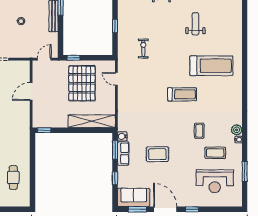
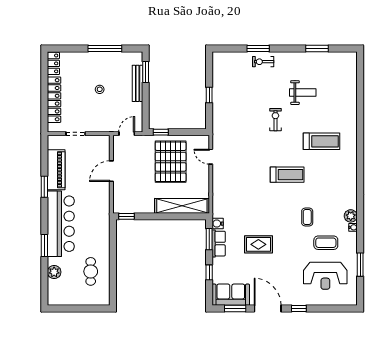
weight bench: (195, 24) -> (303, 93), turned 90
exercise bike: (143, 49) -> (275, 120), moved
treadmill: (211, 66) -> (321, 141), width x0.73, depth x0.73

